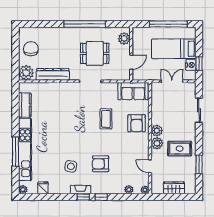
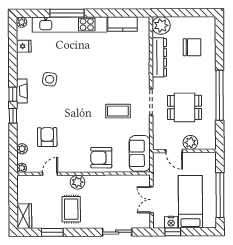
plant: (124, 39) -> (190, 143), moved
chair: (31, 49) -> (192, 47), moved
dining table: (95, 53) -> (185, 107), turned 90
double door: (172, 81) -> (151, 200), swing flipped
coffee table: (106, 119) -> (118, 111), moved
plant: (157, 131) -> (93, 182), removed
armchair: (101, 164) -> (47, 137), moved
wardrobe: (174, 188) -> (24, 216), moved

